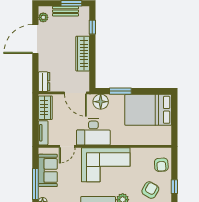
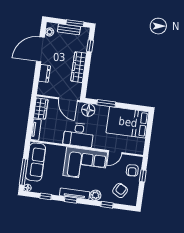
dresser: (44, 82) -> (44, 73), moved
door: (67, 146) -> (115, 152), moved
sofa: (48, 170) -> (36, 162), width x1.36
window: (174, 187) -> (143, 176), moved

